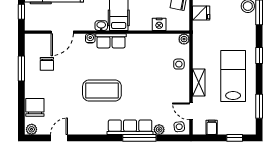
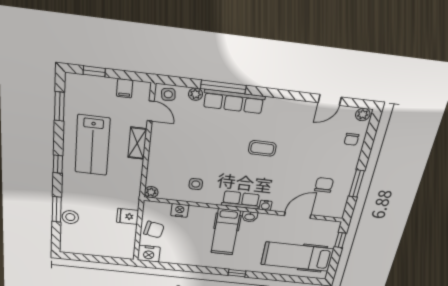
side table: (179, 64) -> (196, 184), moved
coffee table: (102, 91) -> (262, 148), width x0.54, depth x0.58
chair: (35, 107) -> (351, 139), width x0.54, depth x0.54

